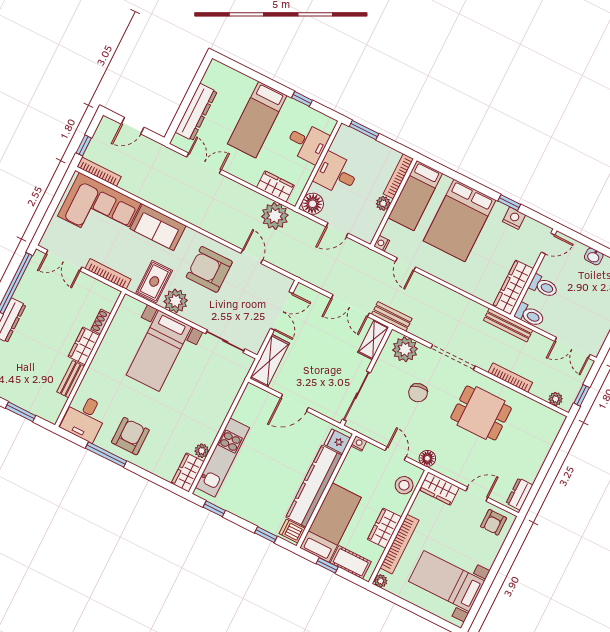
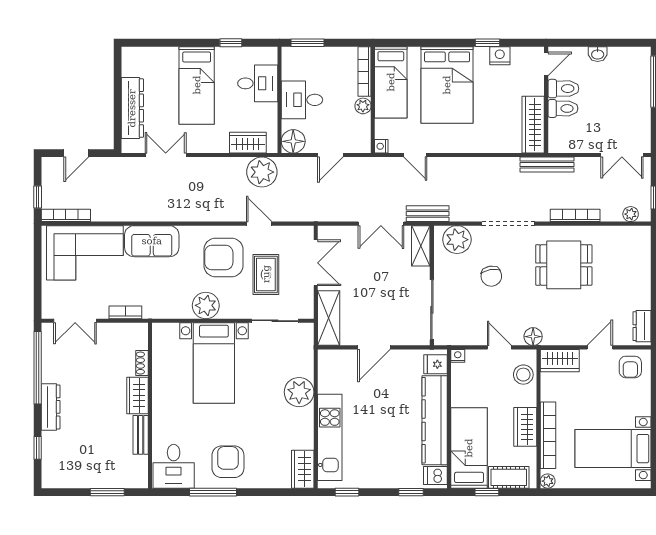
bookcase: (108, 274) -> (125, 312), width x0.64
rug: (154, 281) -> (266, 274), moved
toilet: (530, 315) -> (563, 89), moved
plant: (202, 451) -> (299, 392), moved, width x1.87, depth x1.87

